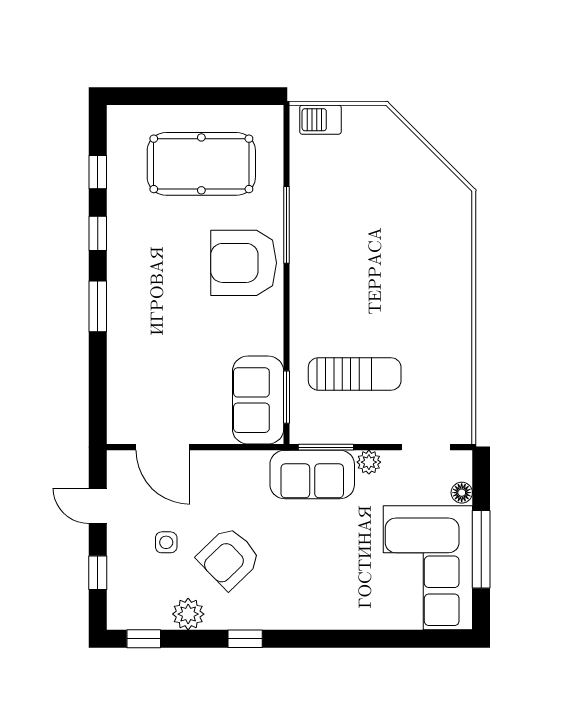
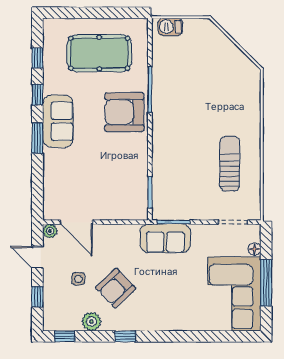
sun lounger: (355, 374) -> (230, 164), moved, turned -90
sofa: (258, 400) -> (58, 121), moved, turned 180
plant: (369, 462) -> (50, 231), moved

